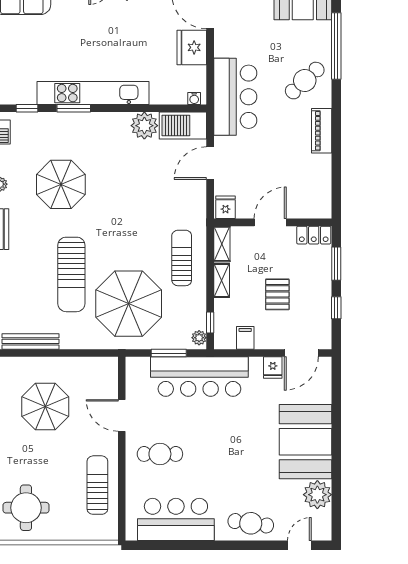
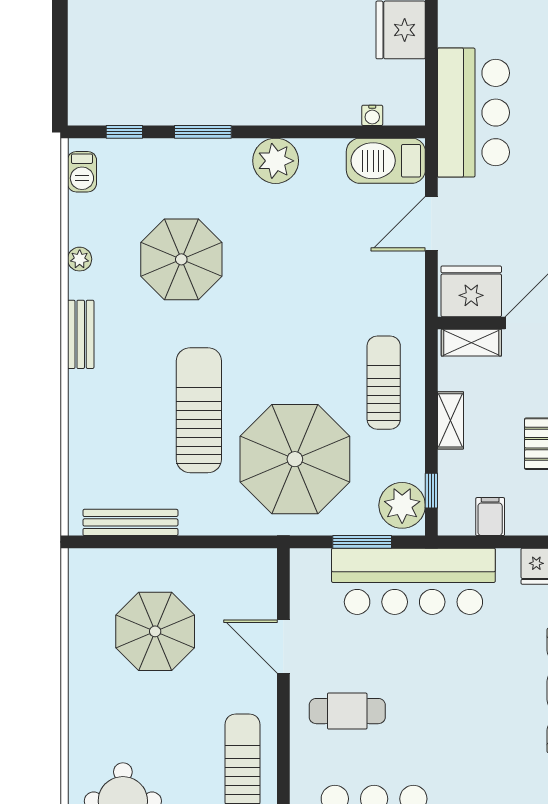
kitchen unit: (93, 93) -> (235, 106), removed
water cooler: (194, 98) -> (372, 115), moved
plant: (144, 126) -> (276, 161), moved
fridge: (225, 207) -> (471, 291), width x1.88, depth x1.34
shelving: (222, 244) -> (471, 343), moved, turned 90
sun lounger: (71, 274) -> (199, 410), turned 180
plant: (199, 338) -> (402, 505), width x1.87, depth x1.87

